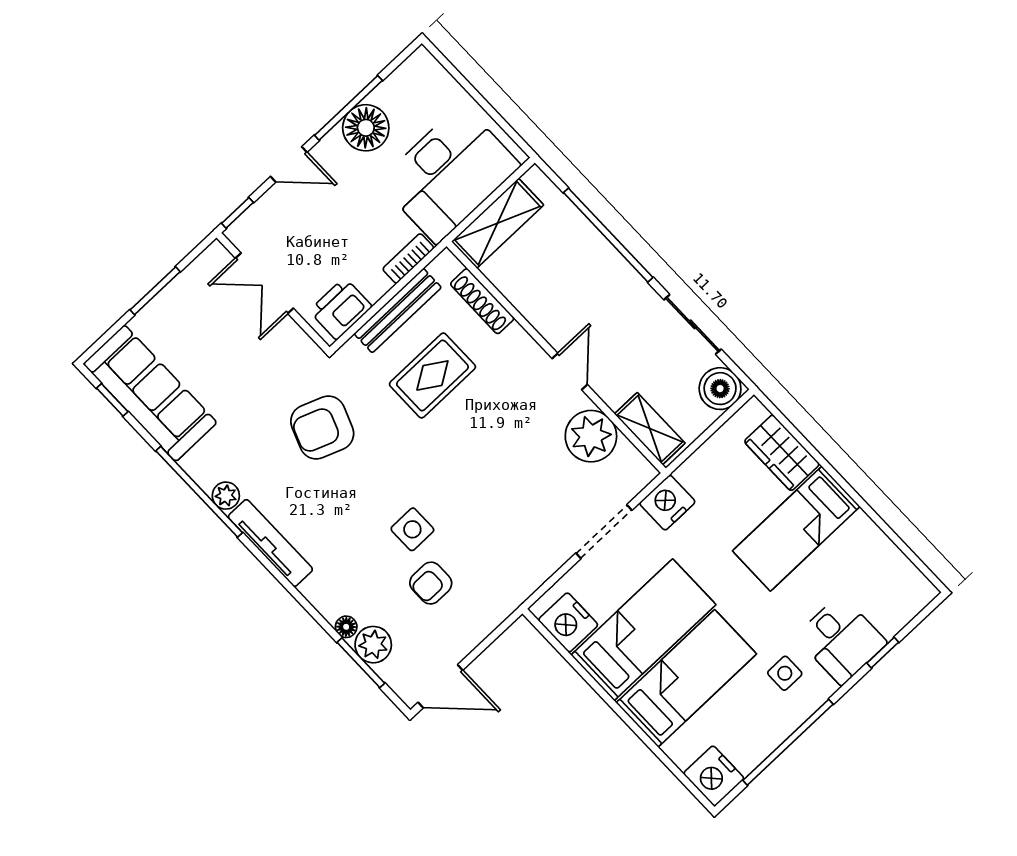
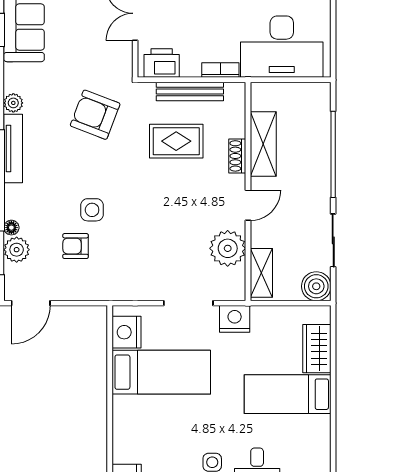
shelving: (498, 223) -> (263, 144), moved, turned 90
shoe rack: (482, 301) -> (237, 156), moved, width x0.70
bed: (686, 678) -> (160, 417), removed
door: (440, 686) -> (31, 303), hinge flipped

